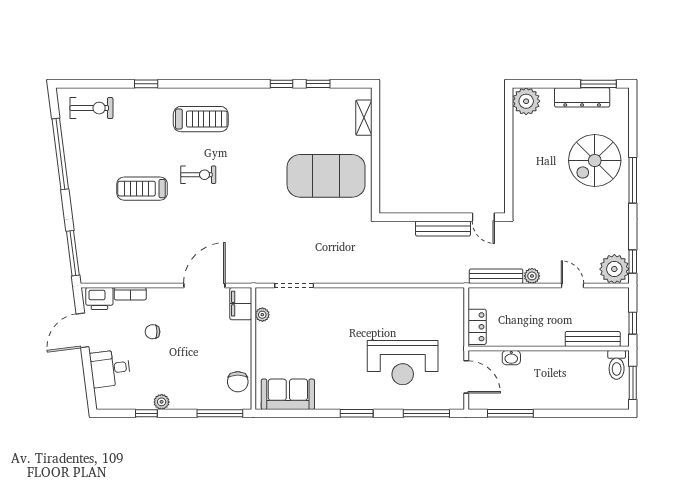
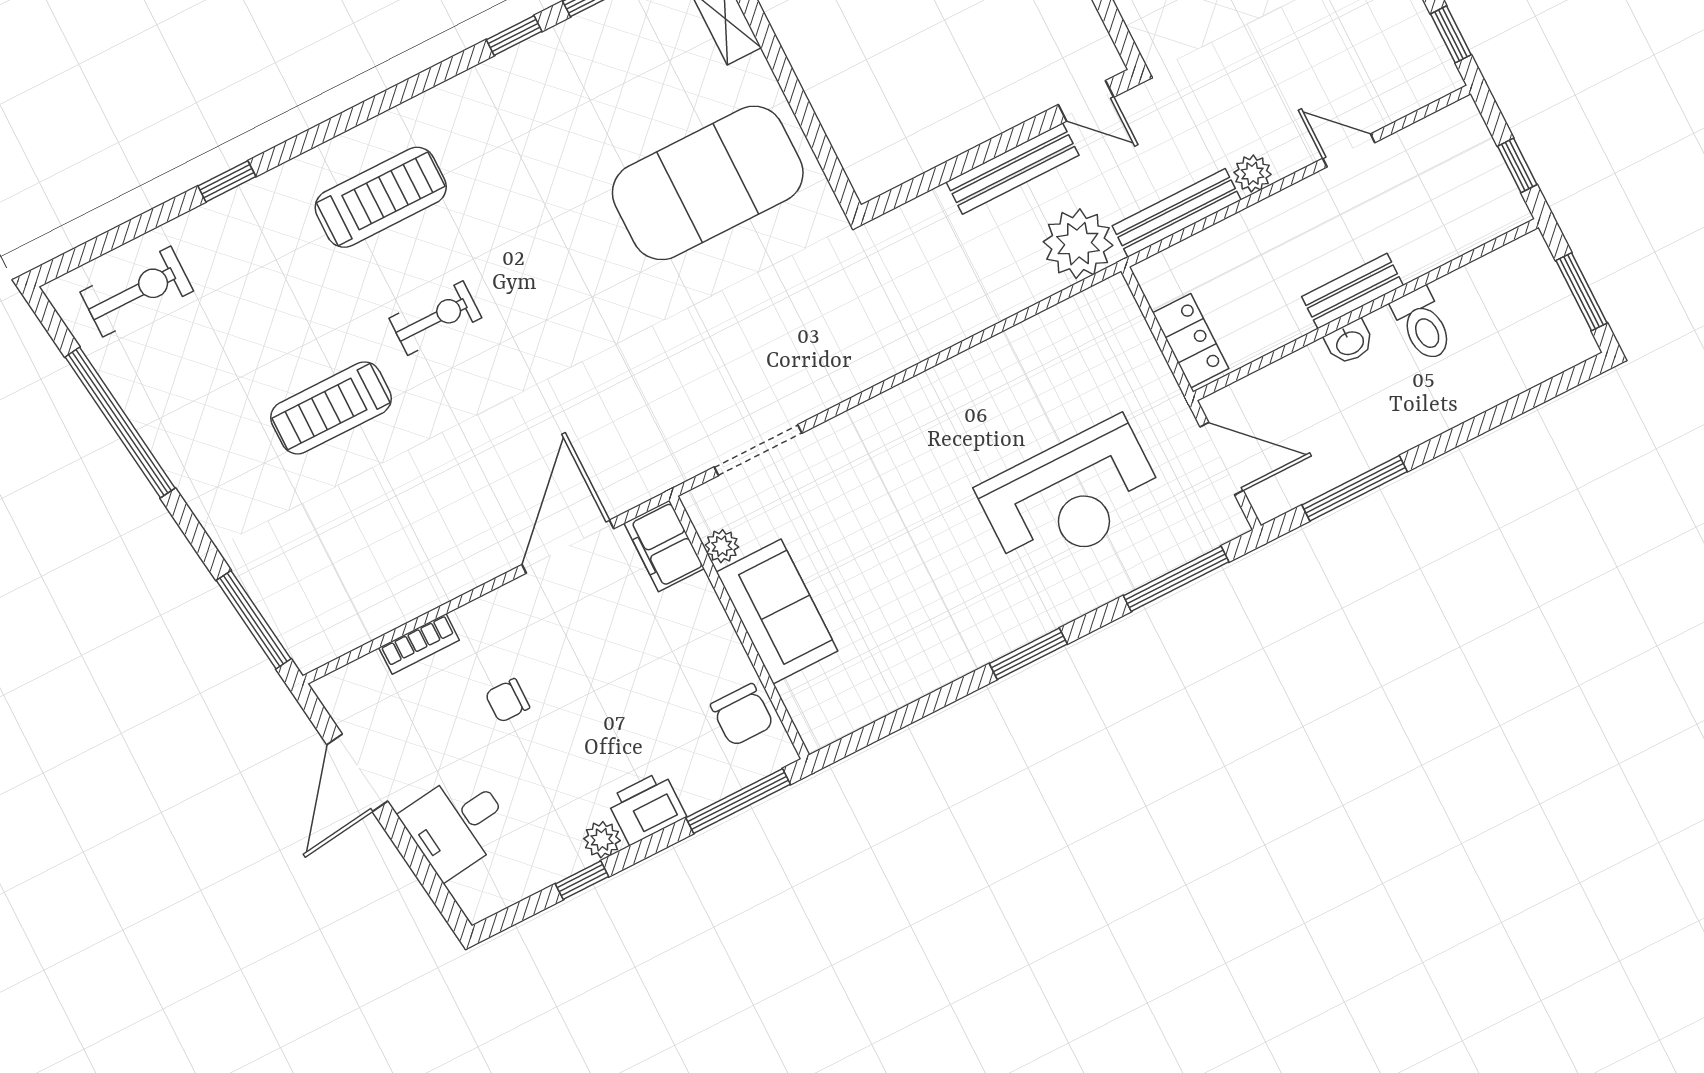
plant: (614, 269) -> (1078, 244), moved
printer: (99, 299) -> (646, 808), moved, turned 180
bench: (593, 339) -> (1352, 291), moved, width x0.73
washbasin: (511, 358) -> (1350, 342), moved
toilet: (617, 365) -> (1423, 324), moved
sofa: (288, 394) -> (777, 612), moved, turned 90

